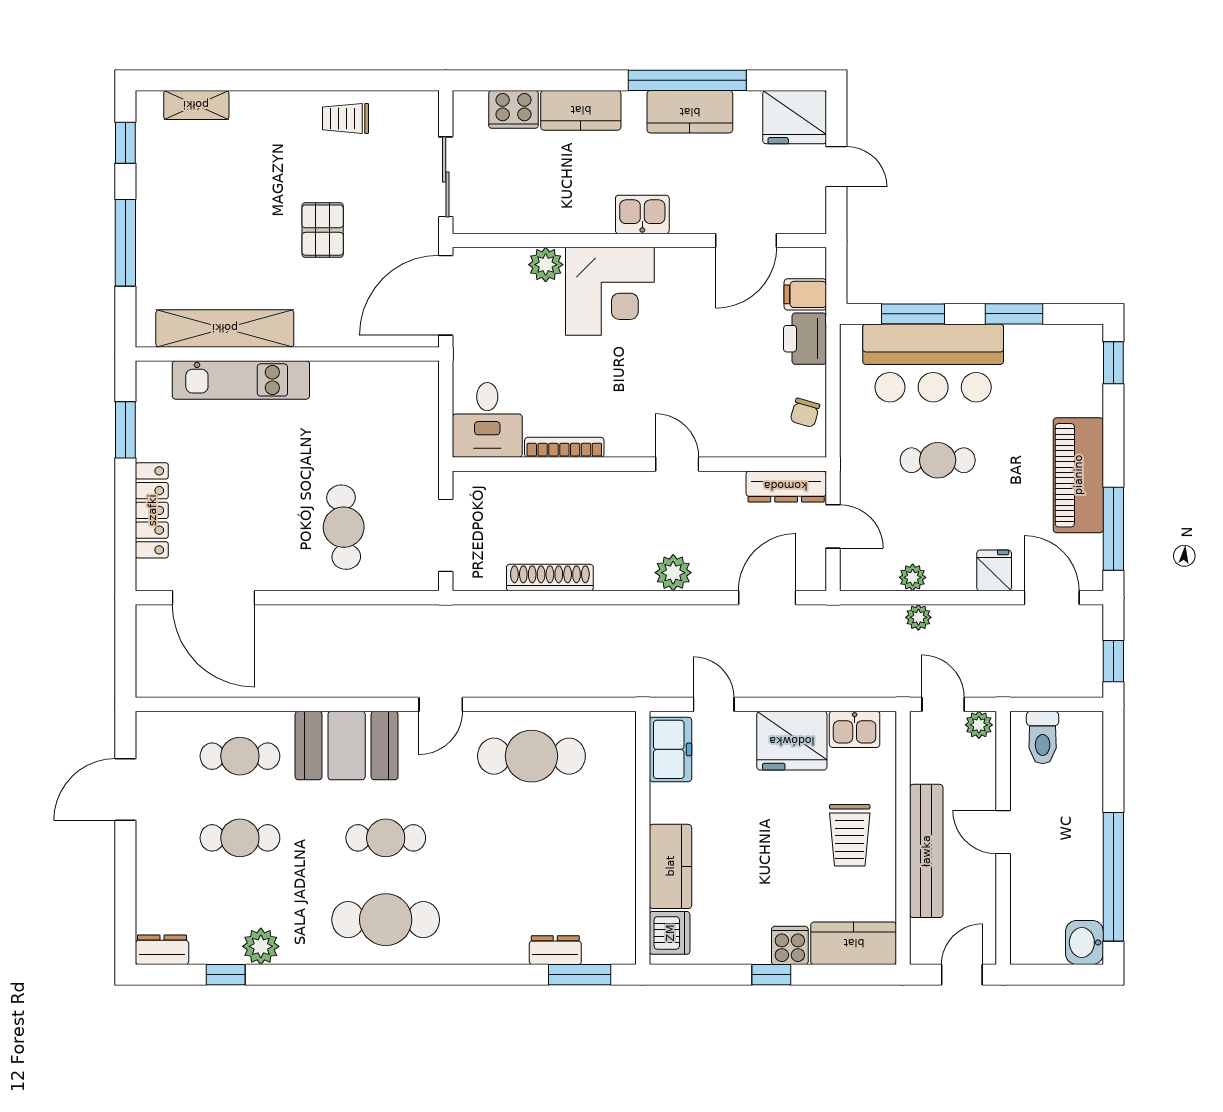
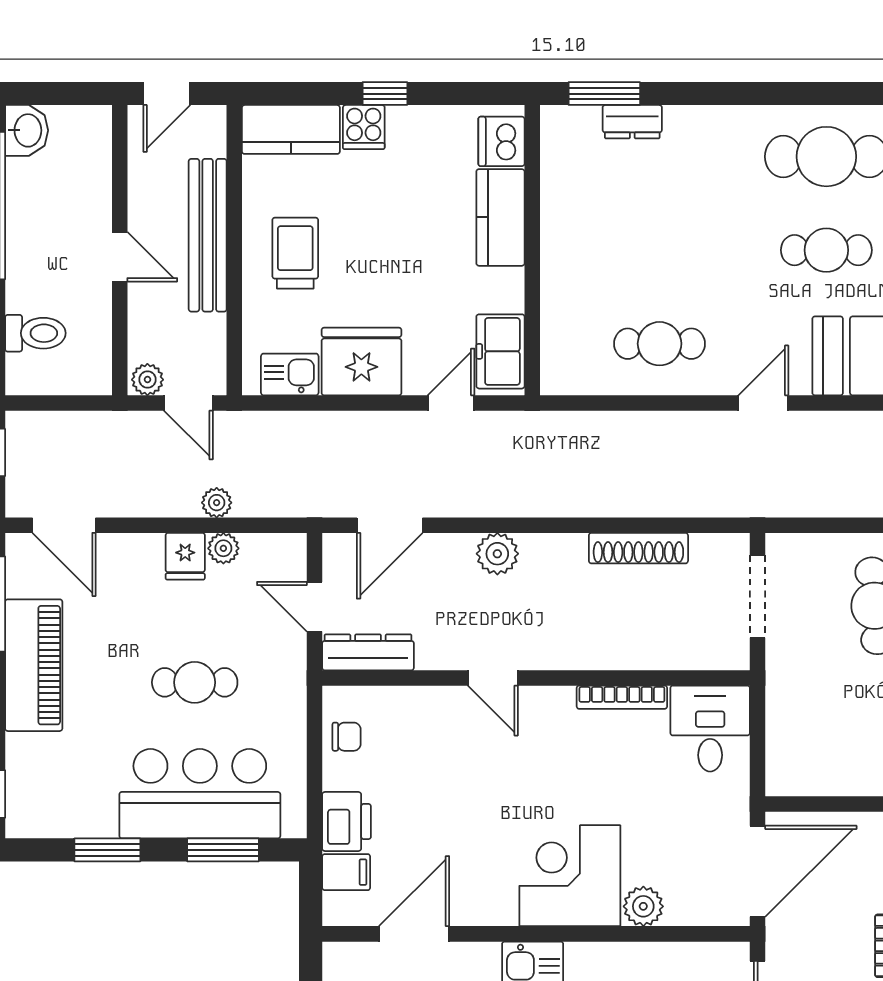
chair: (805, 413) -> (347, 737), turned 74
fridge: (994, 570) -> (185, 556), moved
door: (714, 704) -> (451, 403), swing flipped
toilet: (1043, 738) -> (35, 333), moved, turned 90
cafe table: (531, 756) -> (660, 344), width x0.73, depth x0.74

